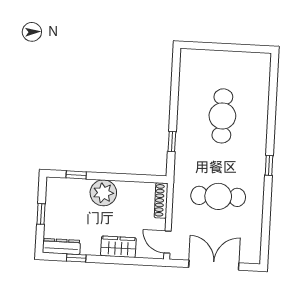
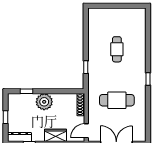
cafe table: (222, 116) -> (117, 49), width x0.73, depth x0.74
door: (167, 242) -> (86, 131), hinge flipped

